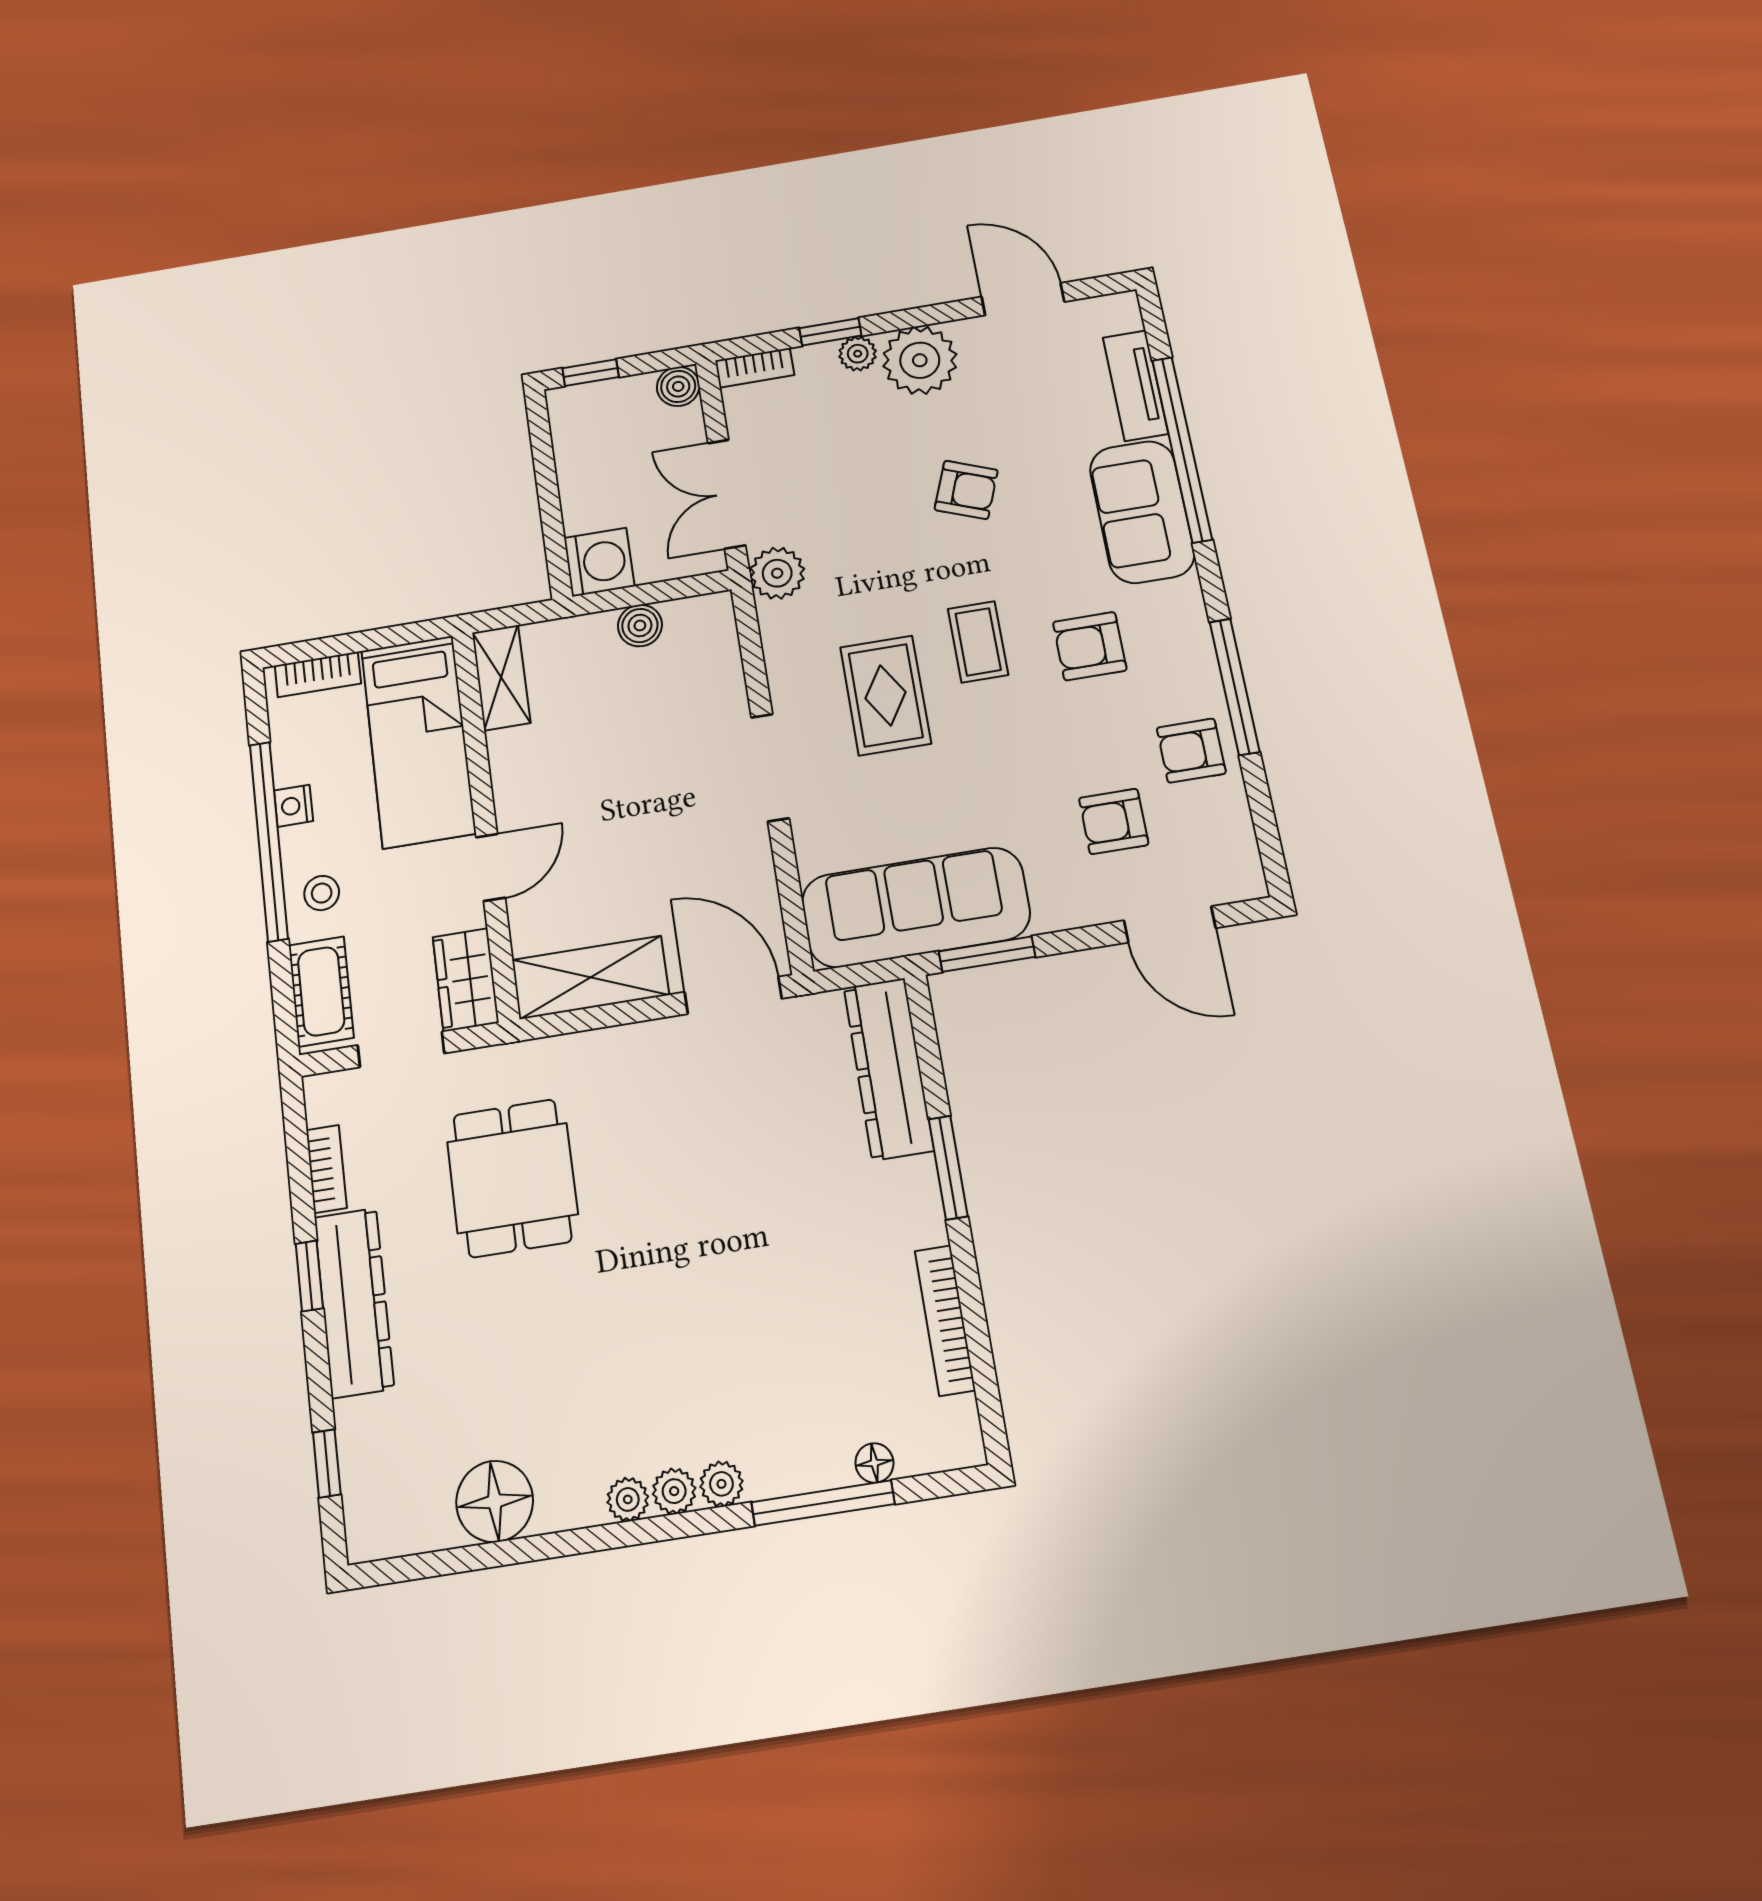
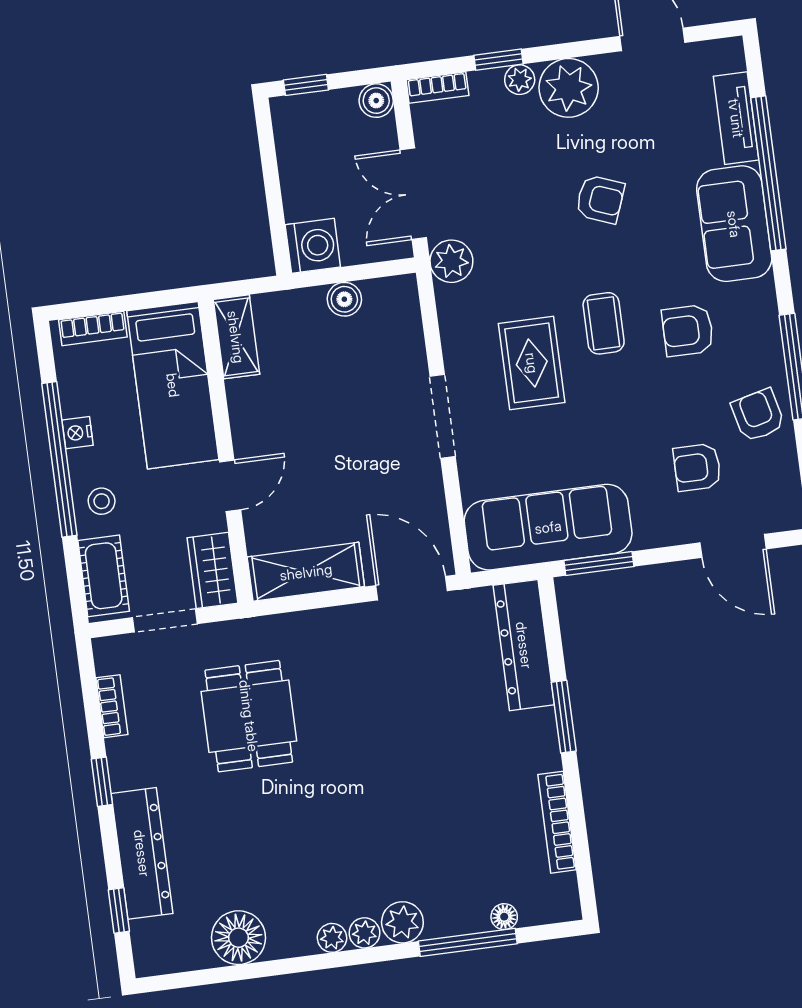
armchair: (1191, 751) -> (758, 415), turned 76
dresser: (354, 1302) -> (142, 853), moved
plant: (721, 1484) -> (402, 922), width x1.38, depth x1.38

